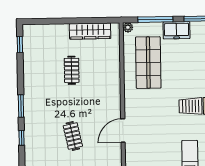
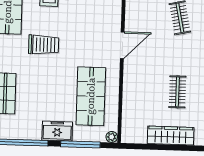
wardrobe: (90, 31) -> (171, 136), moved
door: (123, 131) -> (122, 45), moved

